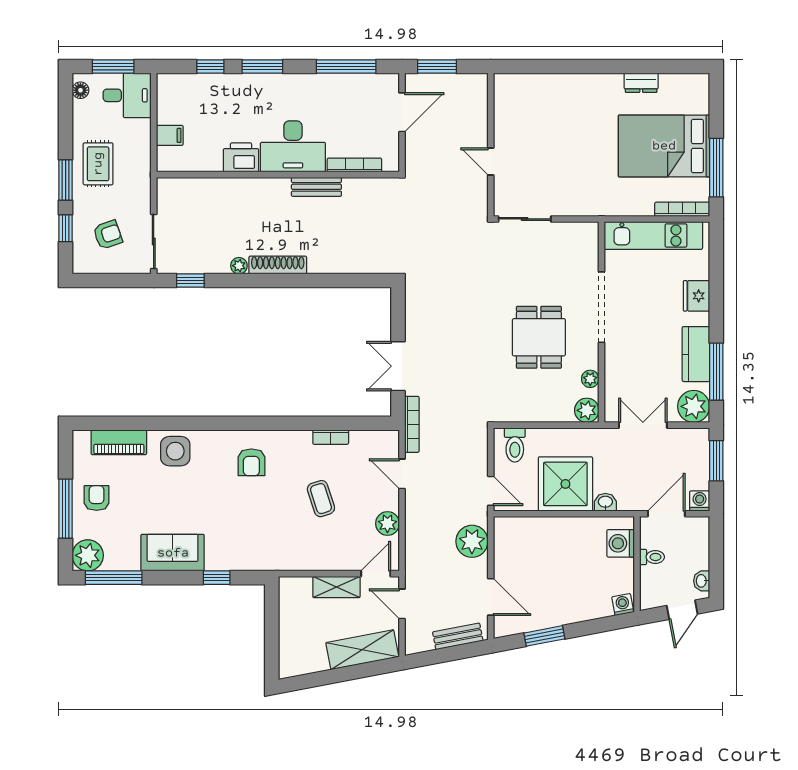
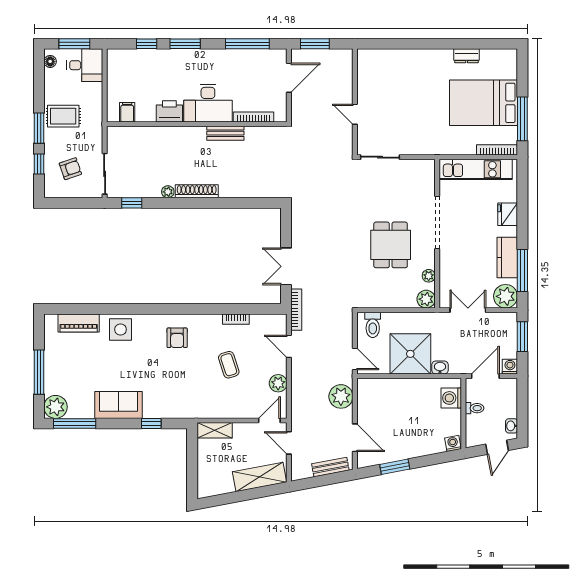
filing cabinet: (170, 135) -> (127, 112), moved, turned -90
rug: (98, 164) -> (63, 116), turned 90
armchair: (97, 498) -> (62, 364), removed
shelving: (336, 587) -> (215, 430), moved

